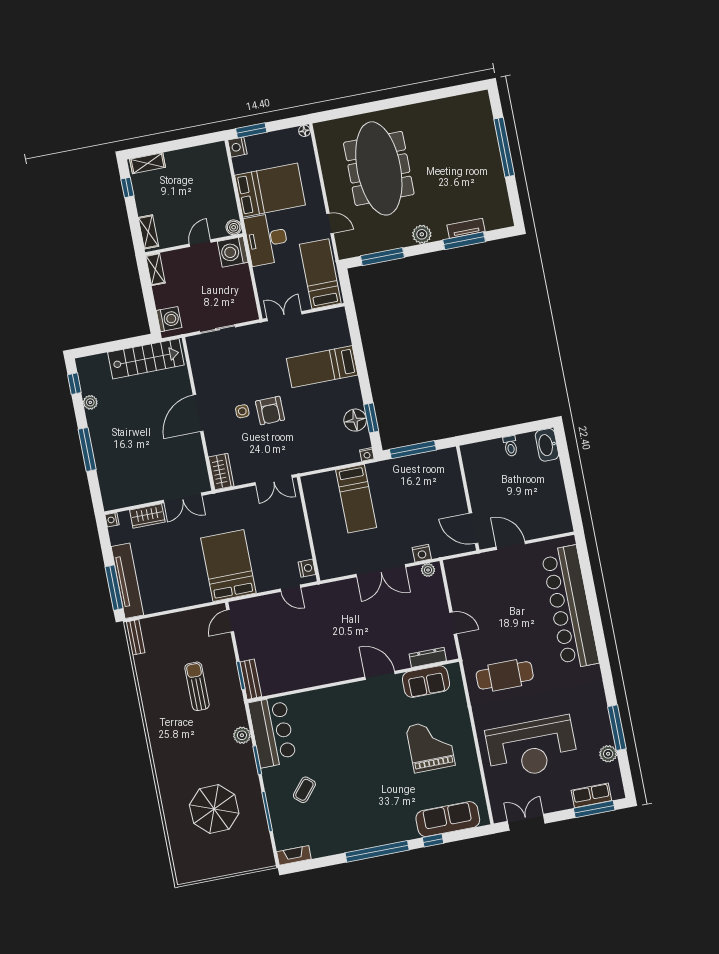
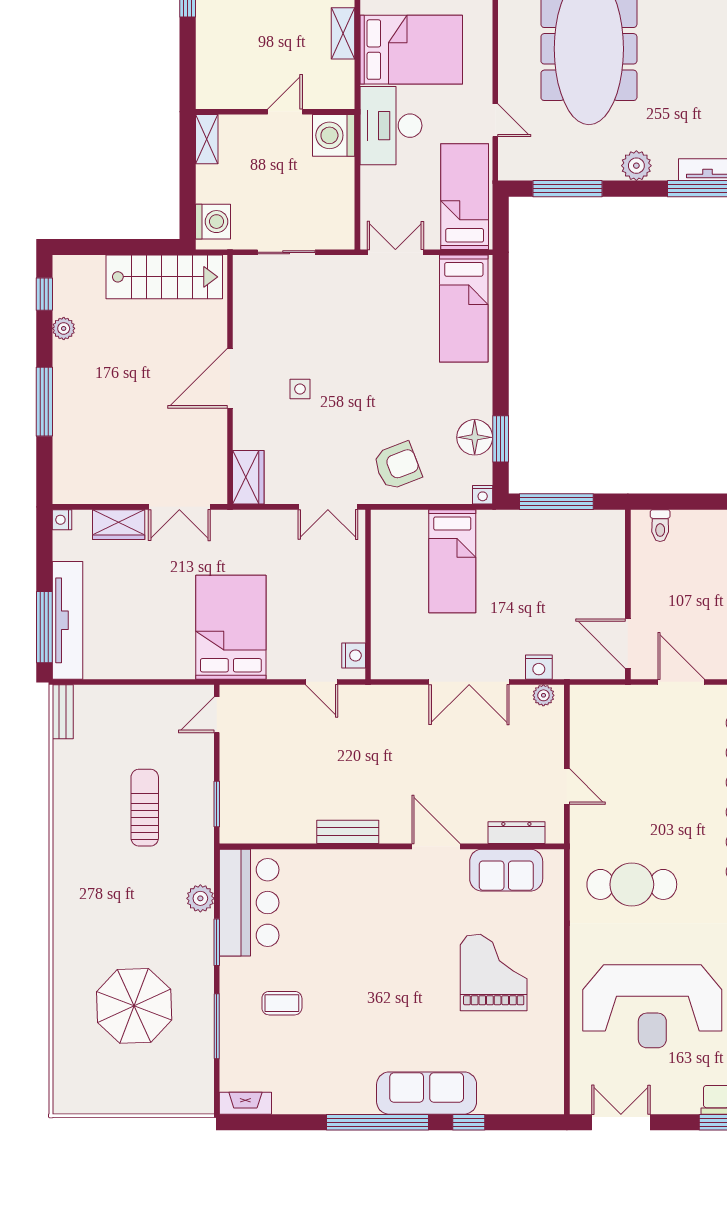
boiler: (234, 227) -> (343, 97), removed
shelving: (148, 232) -> (343, 33), moved
bed: (322, 367) -> (464, 309), moved, turned -90
armchair: (270, 411) -> (397, 466), moved, turned -110
toilet: (510, 446) -> (660, 526), moved
bench: (251, 679) -> (348, 832), moved, turned 90
coffee table: (304, 790) -> (282, 1003), turned 50
sofa: (448, 819) -> (427, 1093), moved

